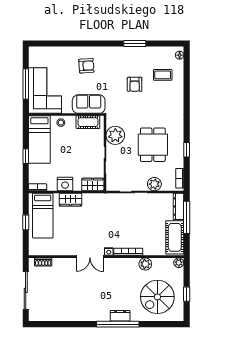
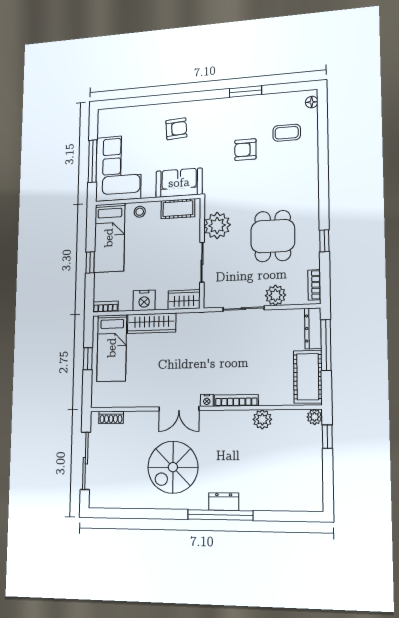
armchair: (135, 84) -> (245, 150), turned 90
wardrobe: (70, 200) -> (152, 323), width x1.50
window: (187, 294) -> (327, 437), moved
spiral stairs: (157, 297) -> (173, 467), moved

